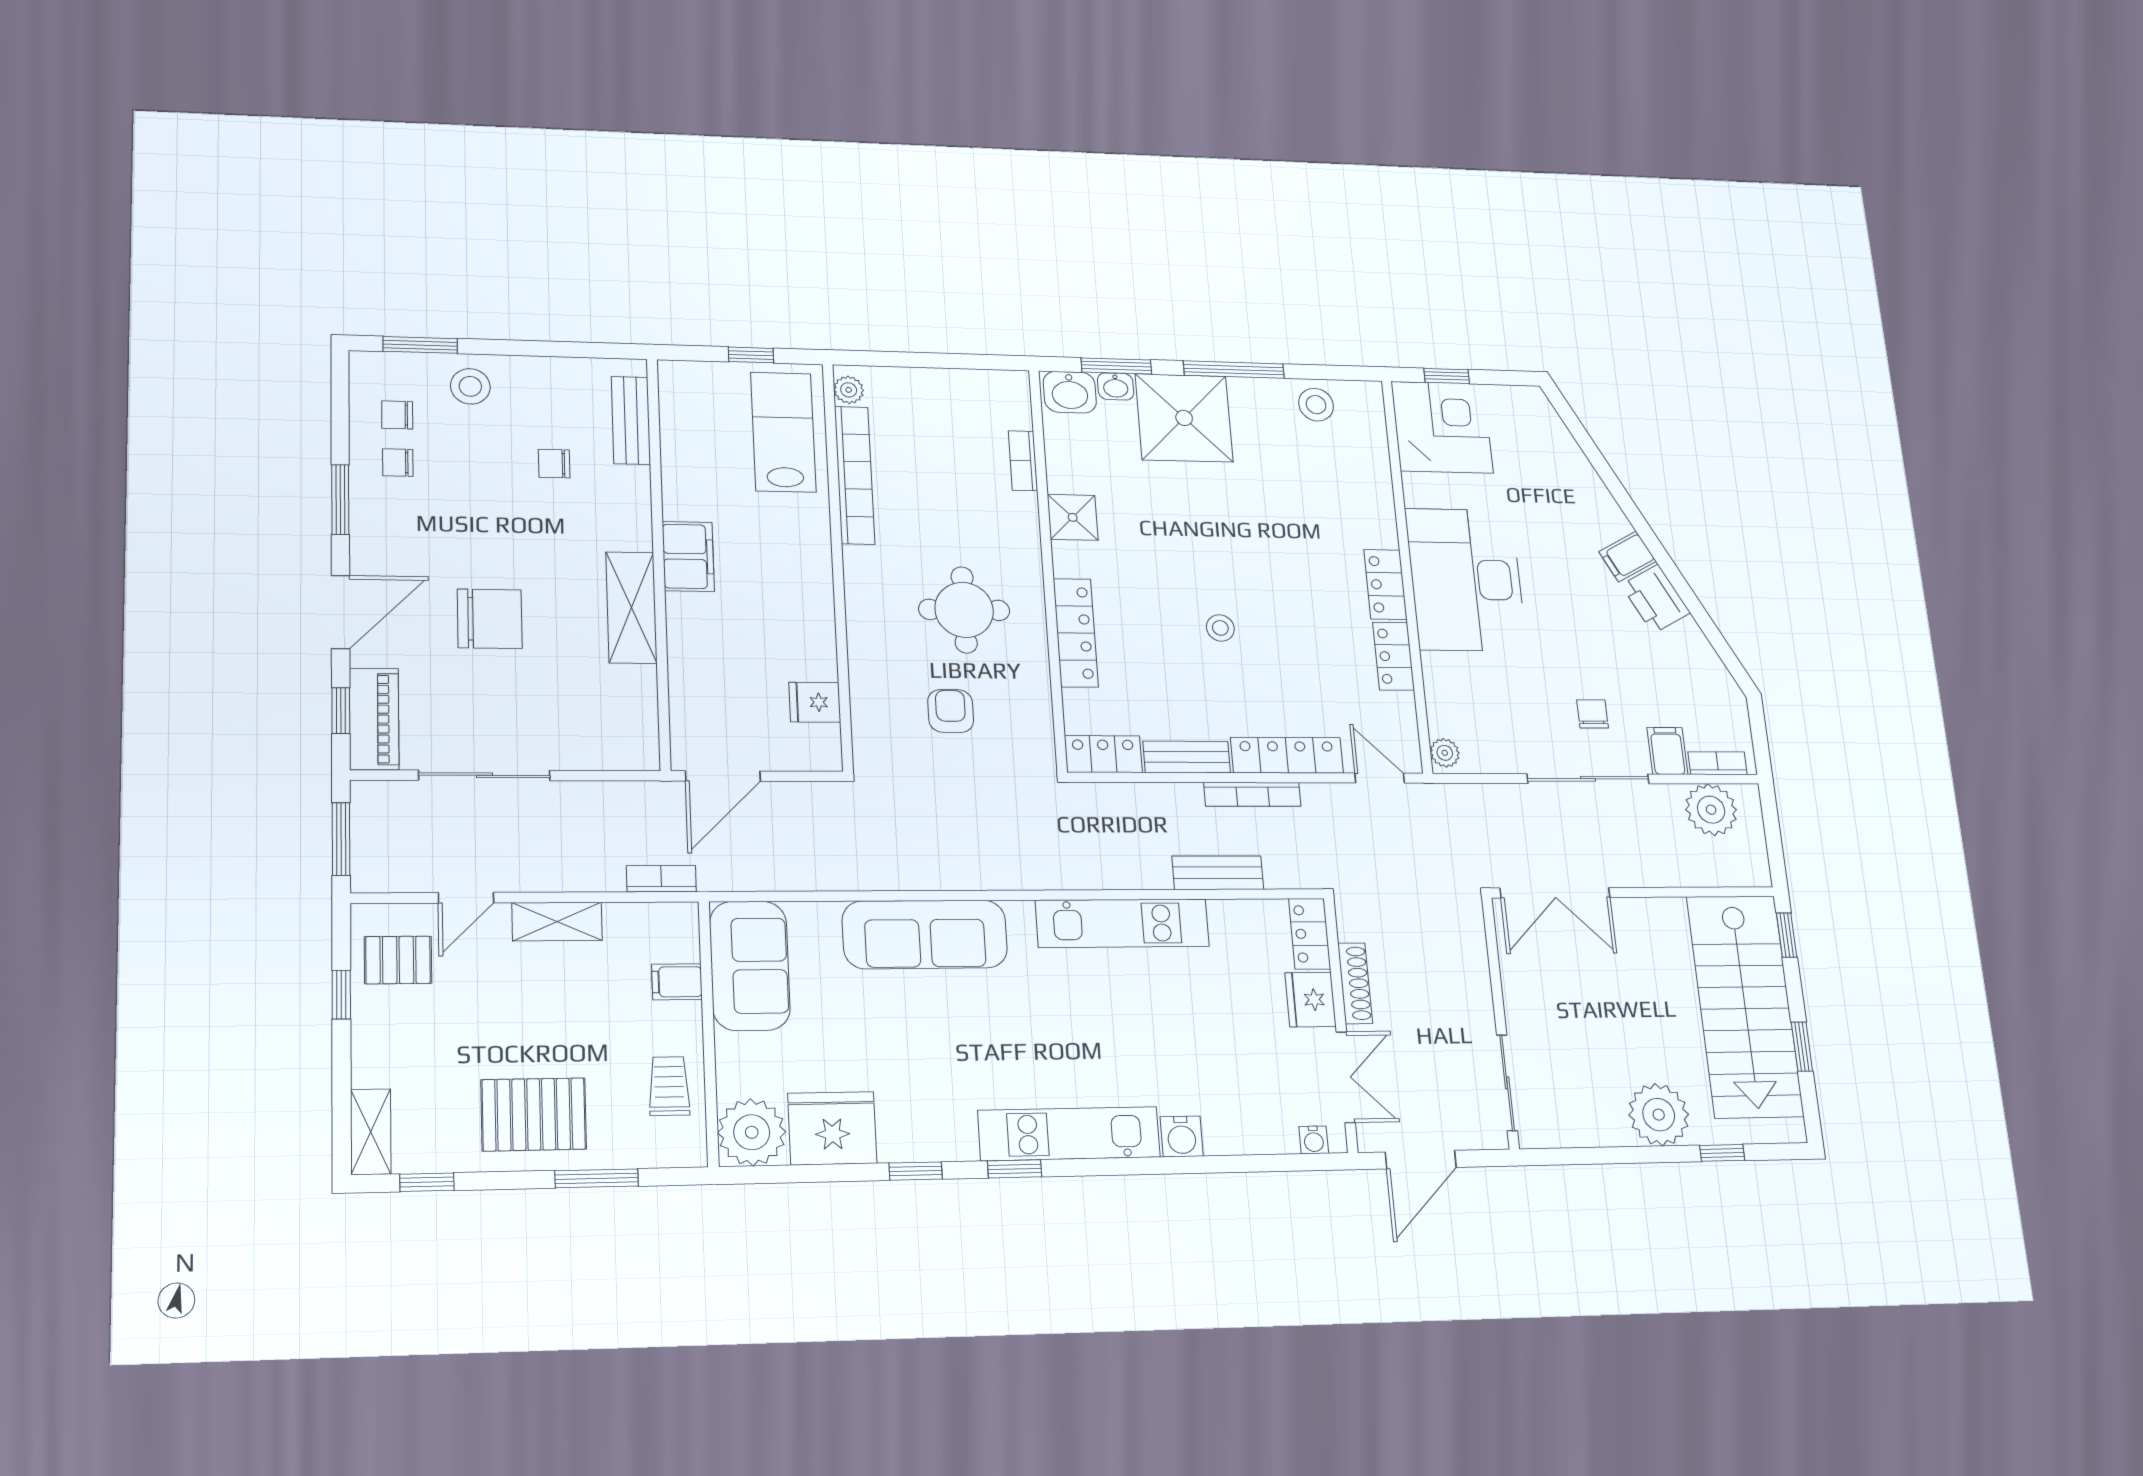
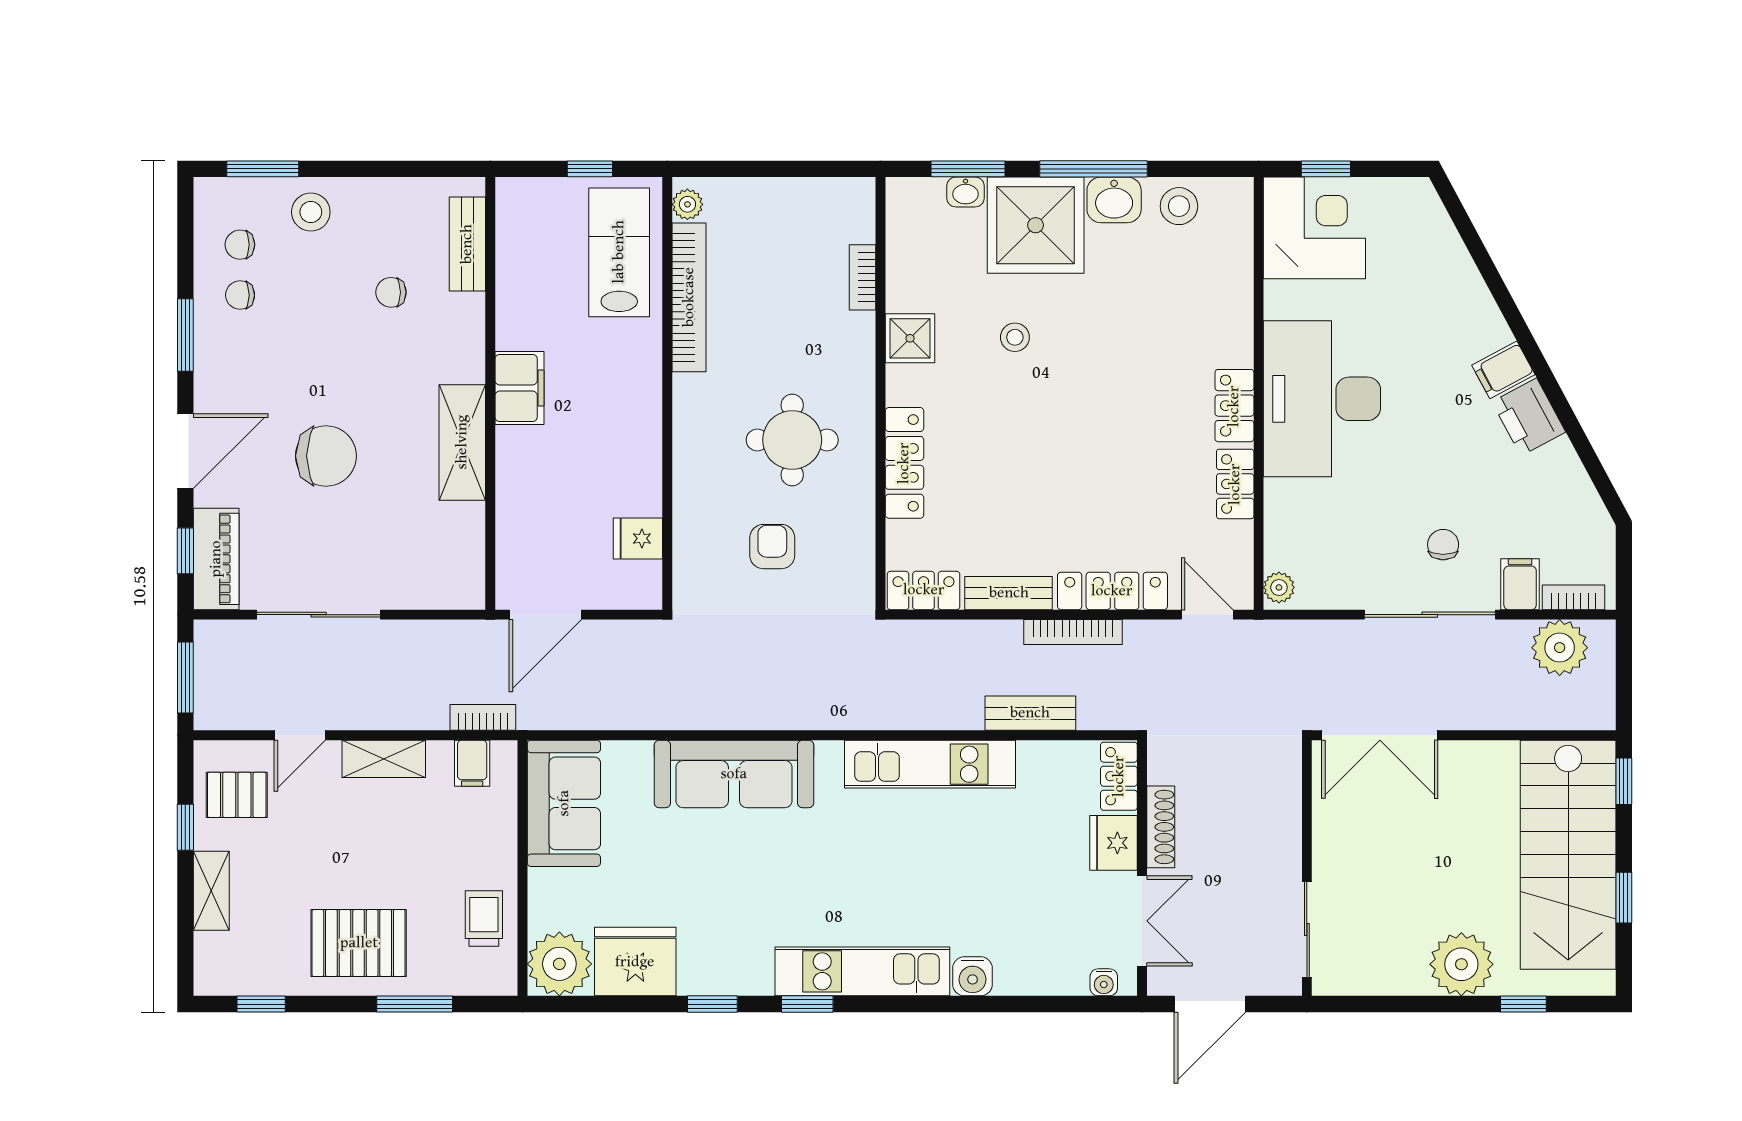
washbasin: (1070, 392) -> (1114, 200), moved
stool: (1220, 628) -> (1015, 337), moved
filing cabinet: (677, 982) -> (472, 763), moved, turned -90
shelving: (371, 1132) -> (211, 891), moved

